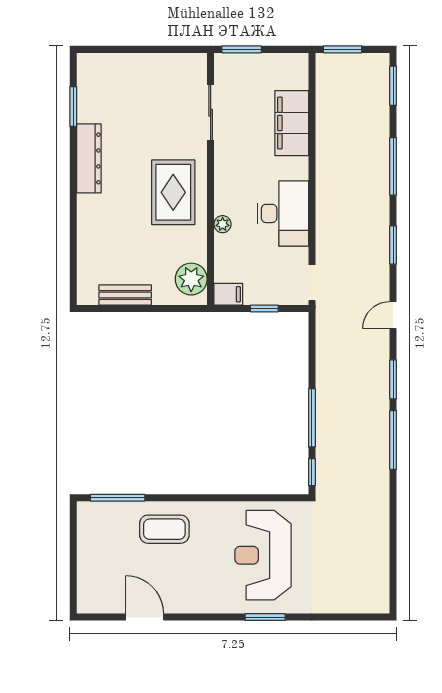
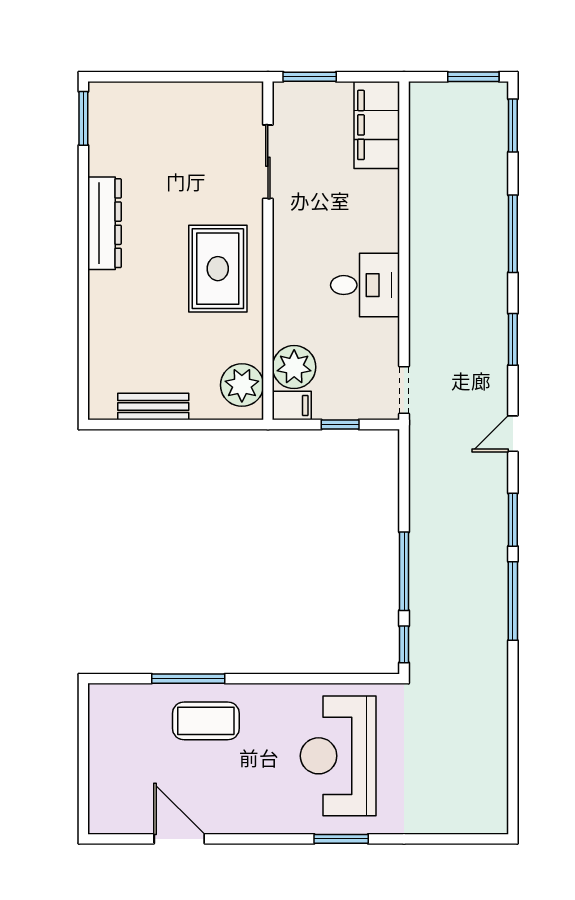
window: (342, 49) -> (473, 77), moved
window: (73, 107) -> (83, 118), moved
filing cabinet: (292, 123) -> (377, 125), moved
desk: (283, 213) -> (365, 285), width x0.73
plant: (223, 224) -> (294, 367), moved, width x1.88, depth x1.88
window: (118, 498) -> (188, 679), moved

